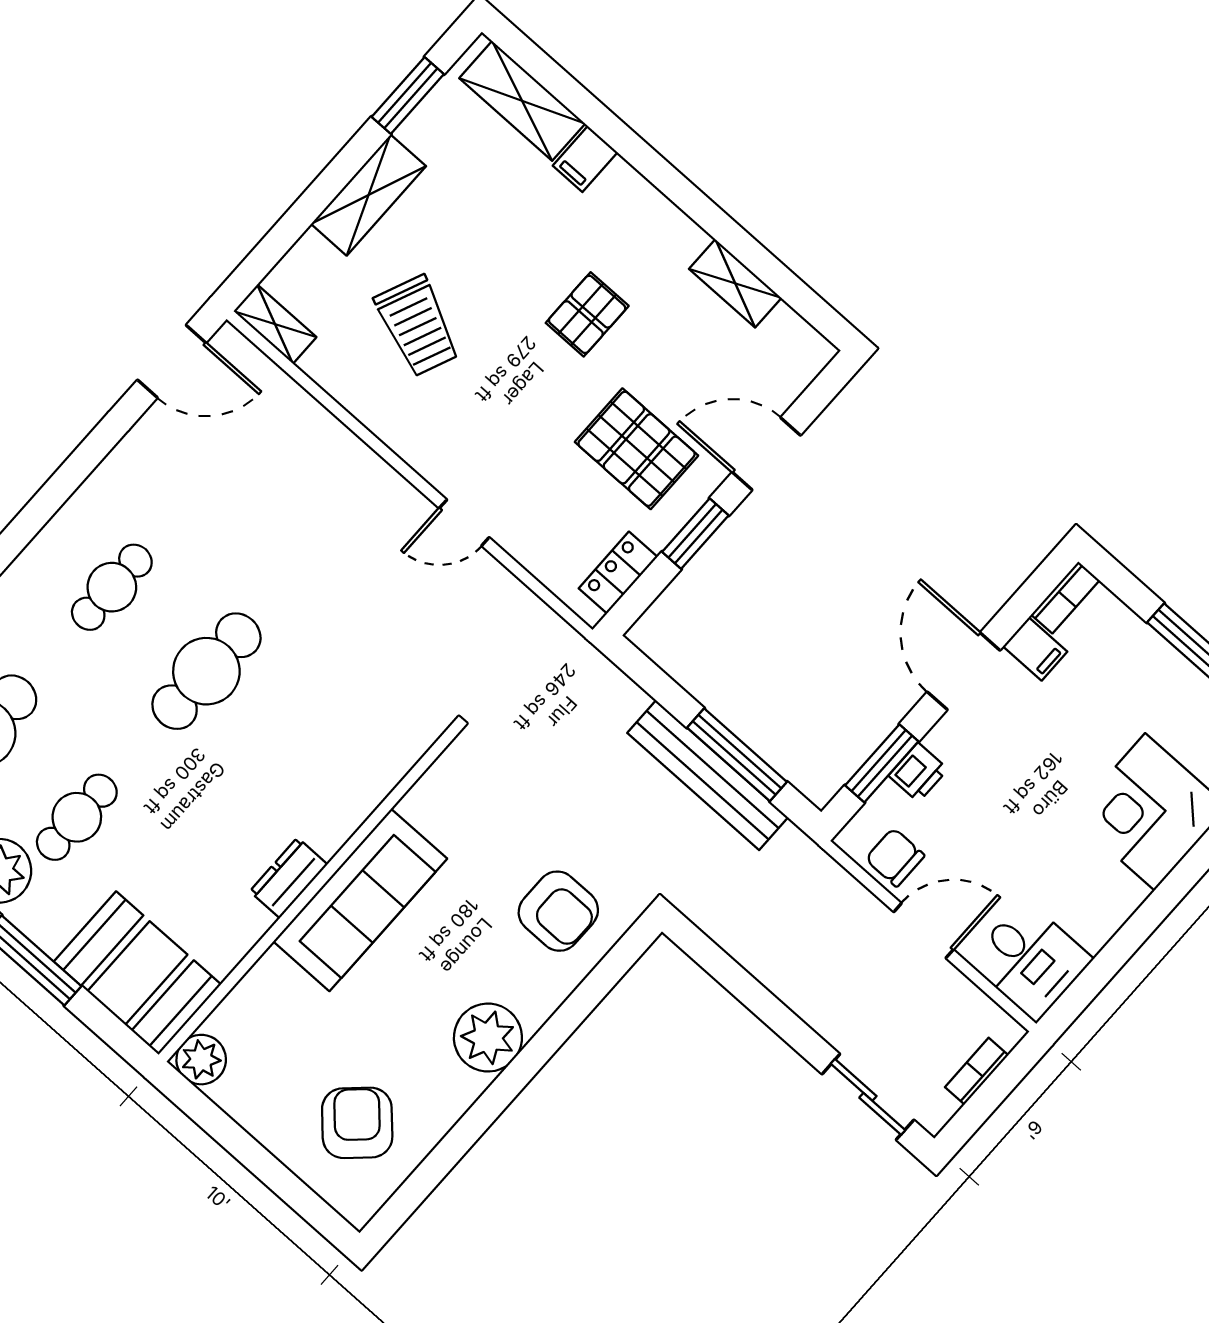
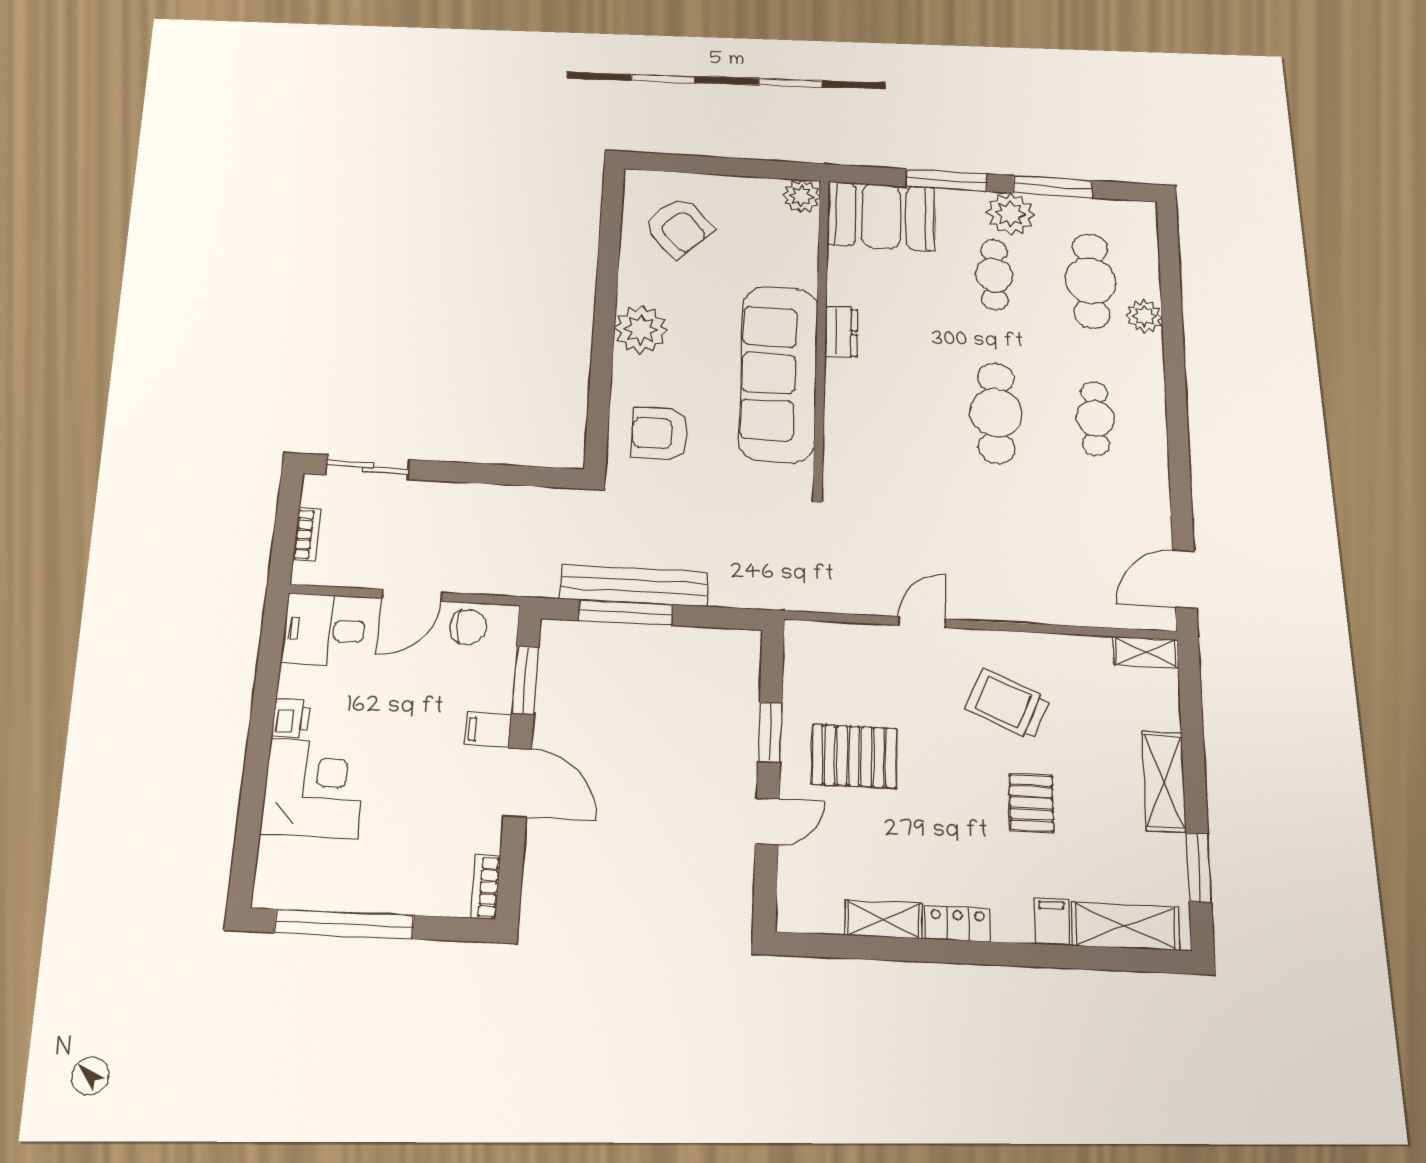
pallet: (587, 314) -> (1031, 803), moved
trolley: (417, 326) -> (1008, 704), moved
door: (766, 454) -> (767, 821), width x0.73
locker: (618, 573) -> (958, 924), moved, turned -90
filing cabinet: (1035, 649) -> (488, 730), moved
printer: (918, 772) -> (291, 718), moved, turned 180
sofa: (360, 900) -> (778, 373), width x1.36, depth x1.27

